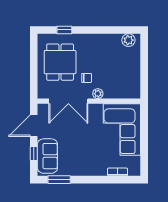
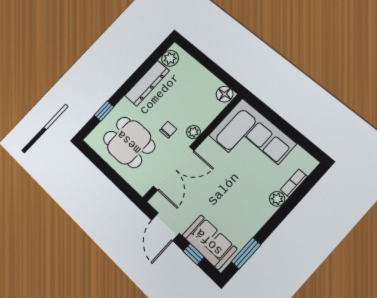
dresser: (102, 40) -> (147, 83), added
floor lamp: (134, 91) -> (225, 94), added
plant: (102, 171) -> (277, 199), added

